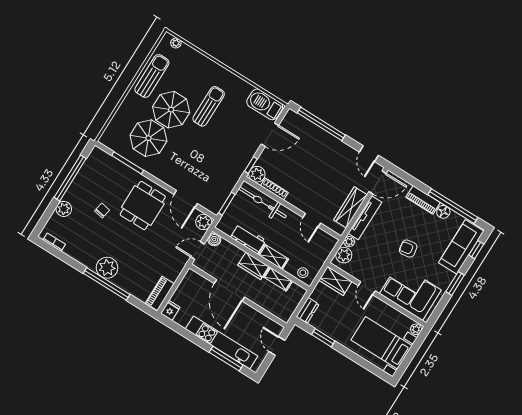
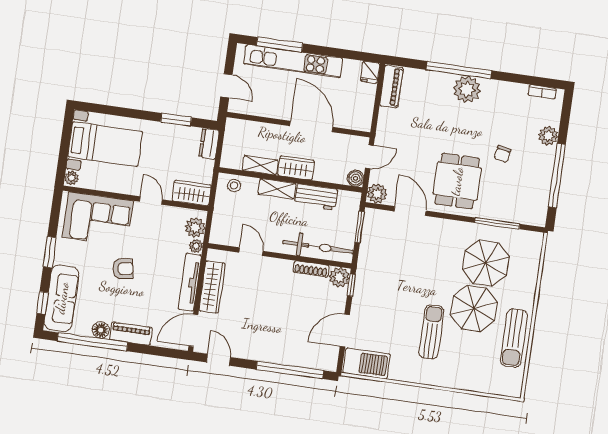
plant: (176, 43) -> (503, 389), removed
sun lounger: (209, 106) -> (431, 332), turned 180

